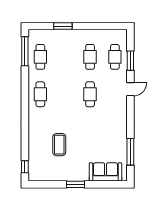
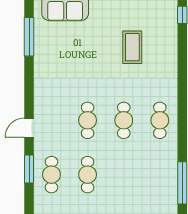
cafe table: (40, 57) -> (124, 120), moved

